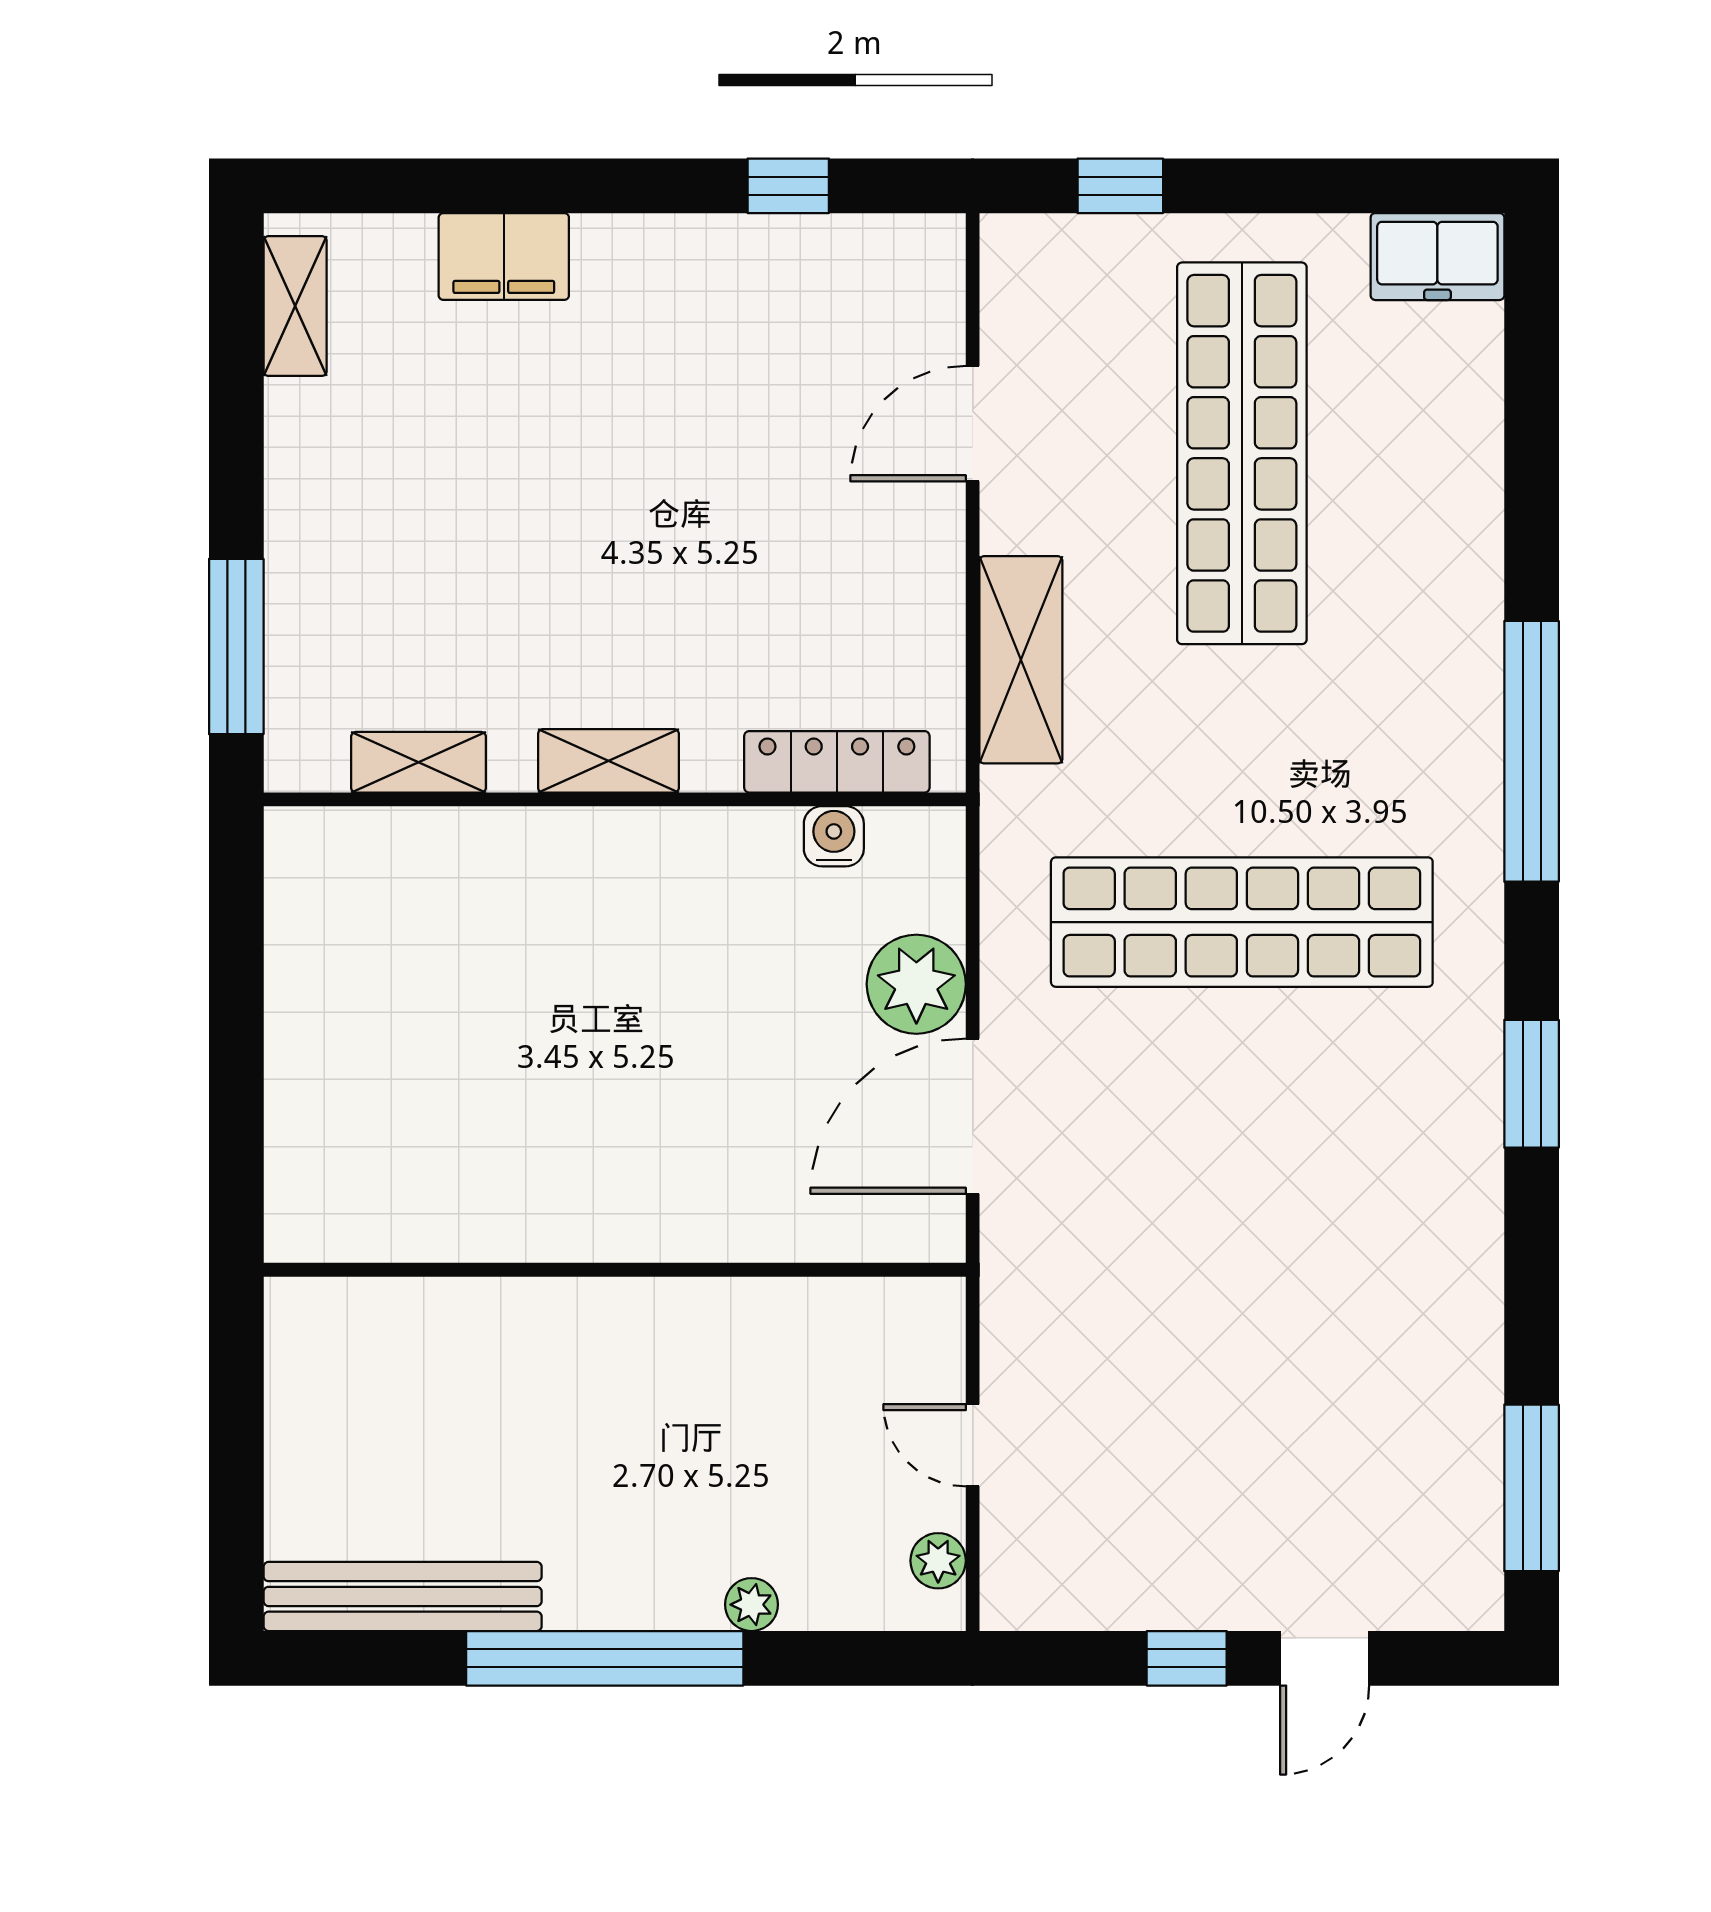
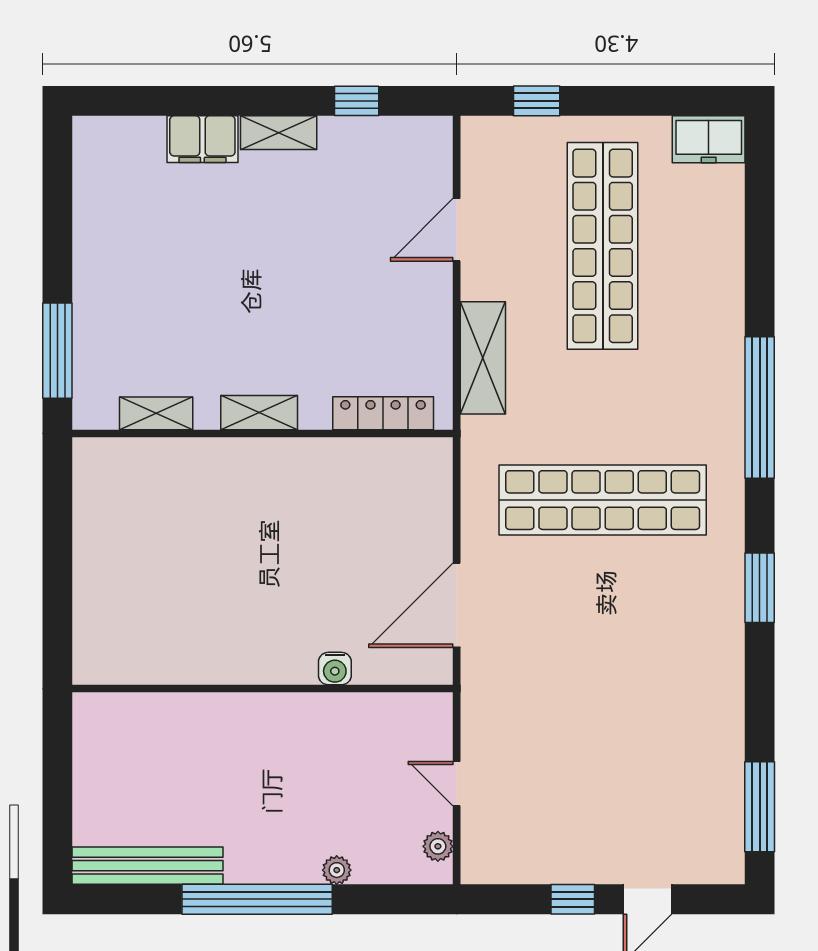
shelving: (295, 306) -> (279, 133), moved, turned 90
water cooler: (834, 836) -> (335, 669), moved, turned 180
plant: (916, 984) -> (426, 534), removed

